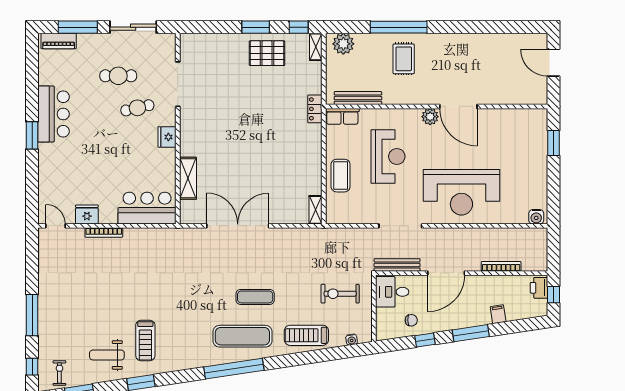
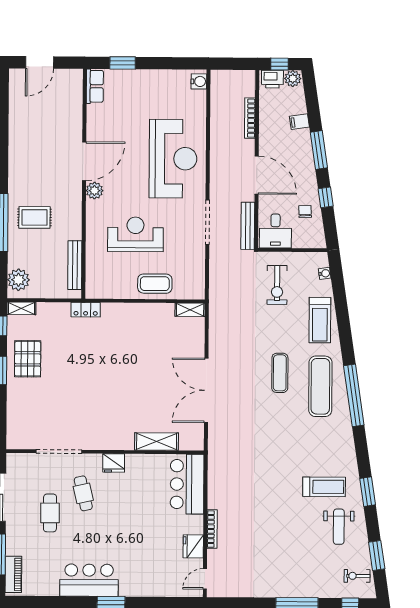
row of seats: (342, 116) -> (95, 86), moved
plant: (540, 307) -> (293, 79), added

